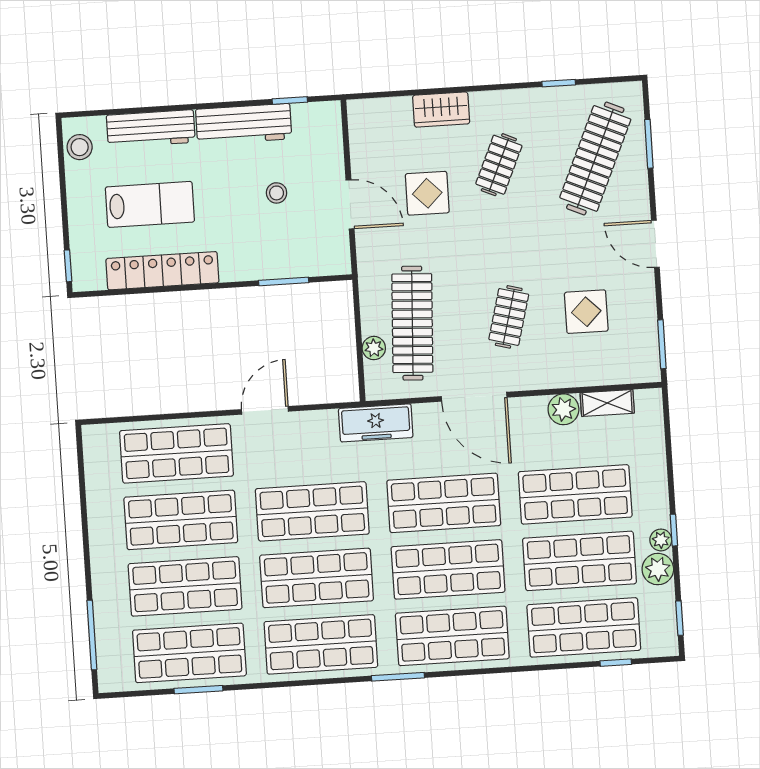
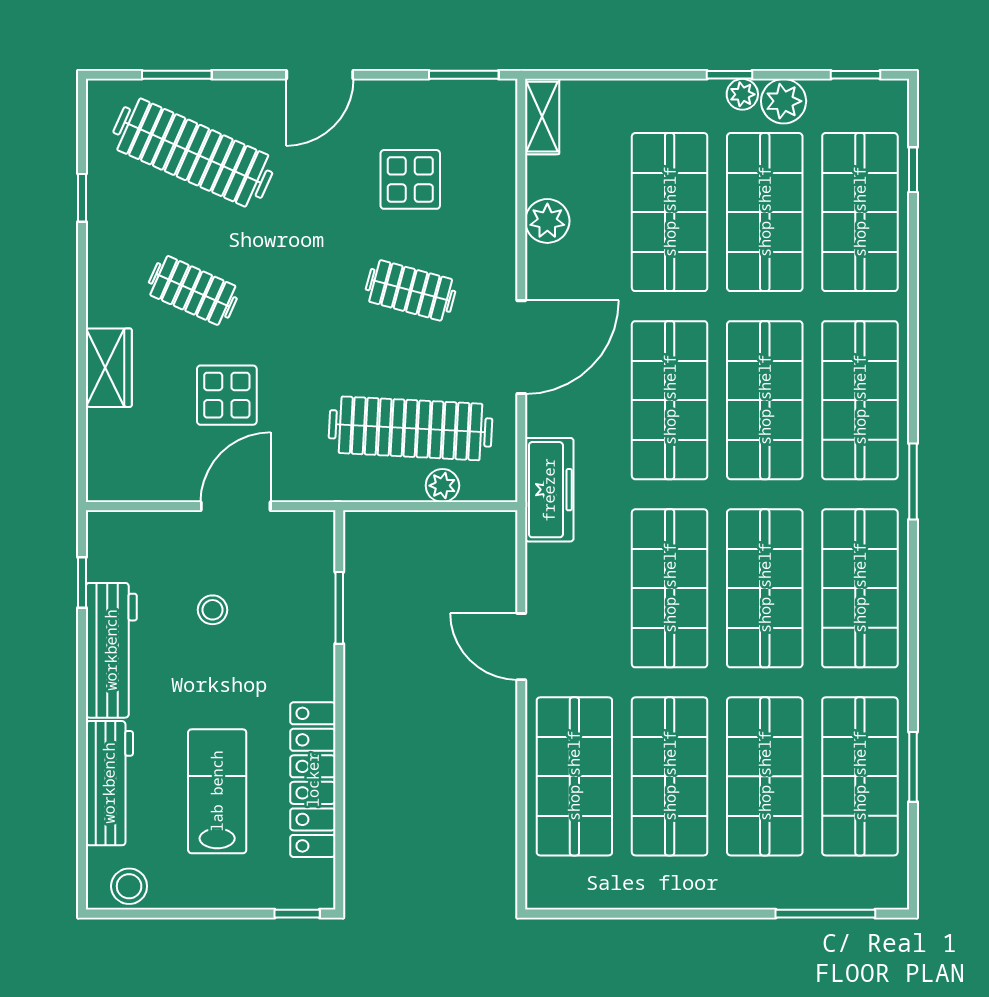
shelving: (607, 403) -> (542, 117), moved

